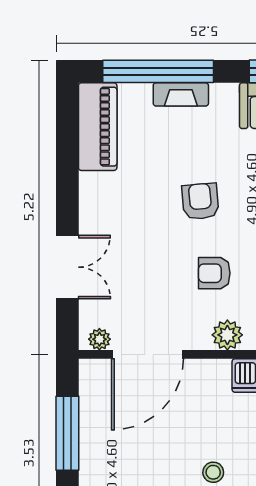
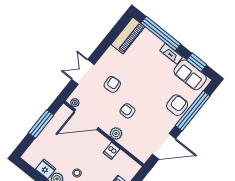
fireplace: (181, 94) -> (171, 54), moved
armchair: (200, 201) -> (112, 84), moved
double door: (67, 267) -> (83, 72), swing flipped

